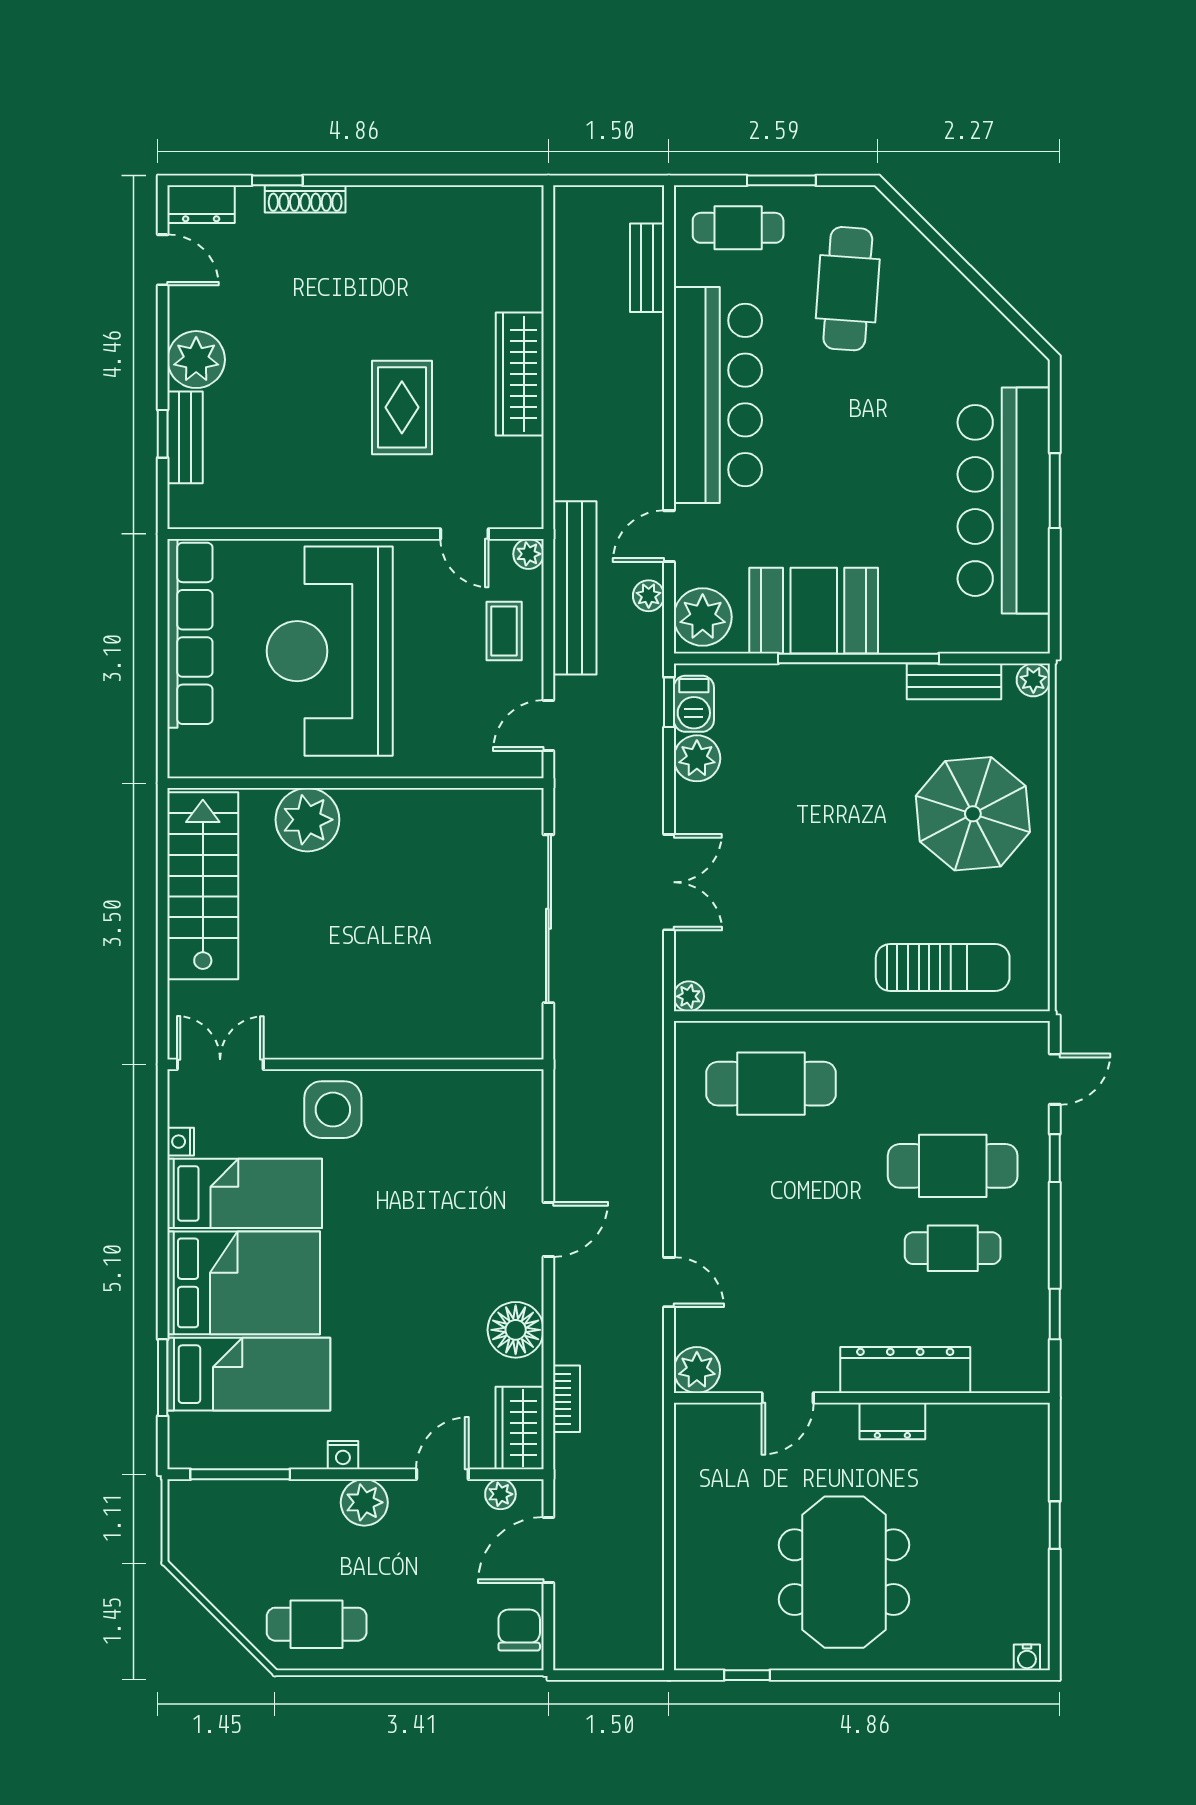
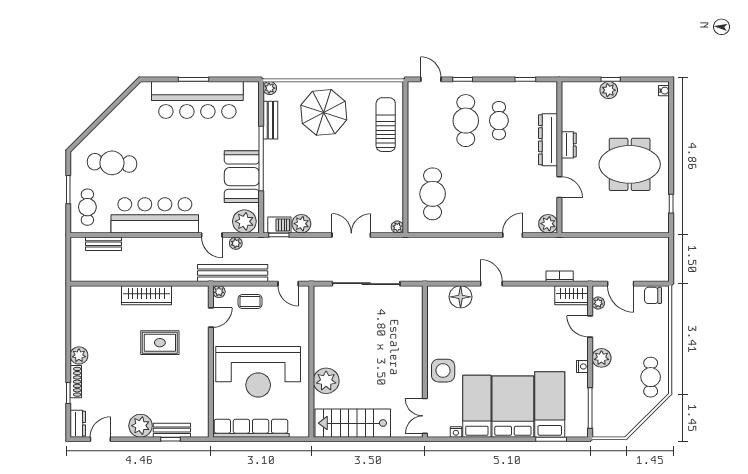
plant: (370, 207) -> (79, 355), added
floor lamp: (516, 1330) -> (461, 297), moved
plant: (1028, 1520) -> (609, 90), added

